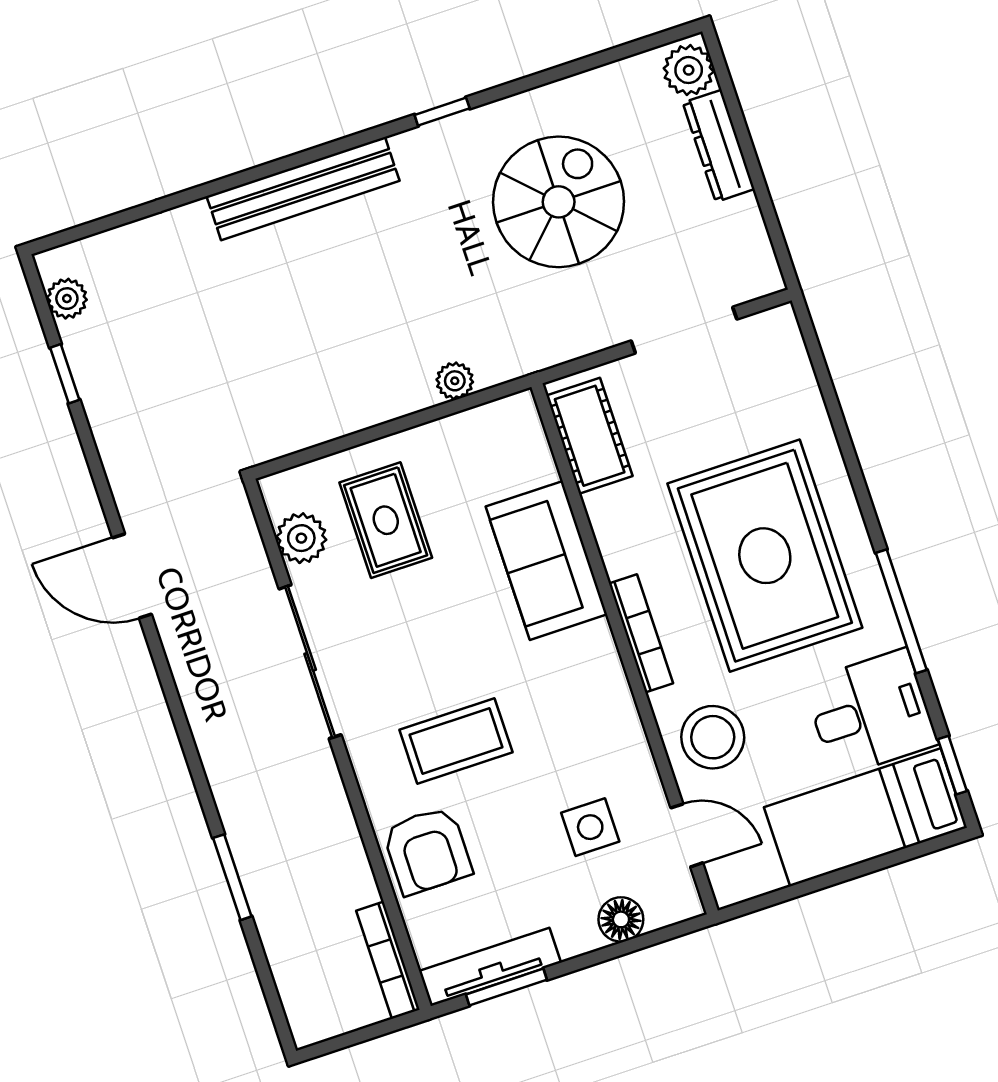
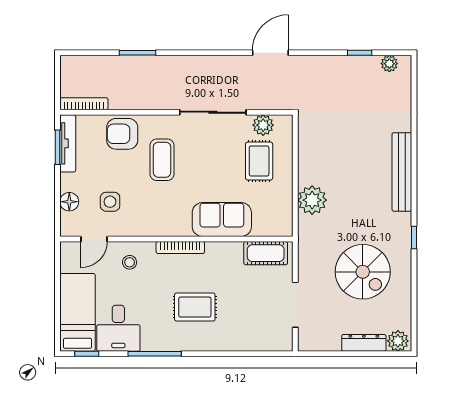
plant: (455, 381) -> (312, 200), width x1.88, depth x1.88
rug: (386, 520) -> (259, 161), turned 90
rug: (765, 556) -> (195, 307), width x0.54, depth x0.49
stool: (713, 737) -> (130, 262), width x0.53, depth x0.53

